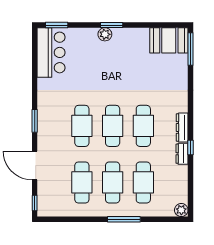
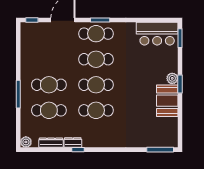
booth: (169, 40) -> (167, 101), moved
dresser: (182, 128) -> (51, 143), moved
cafe table: (82, 182) -> (96, 34), moved

